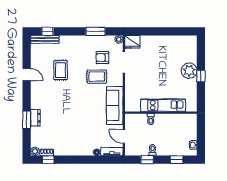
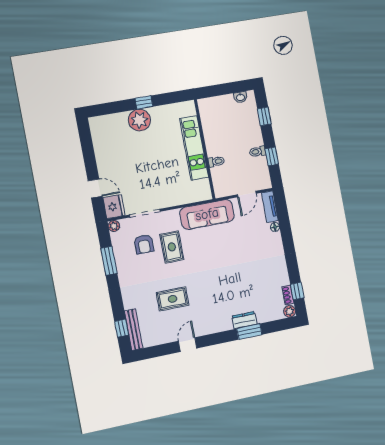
door: (147, 31) -> (95, 188), added

